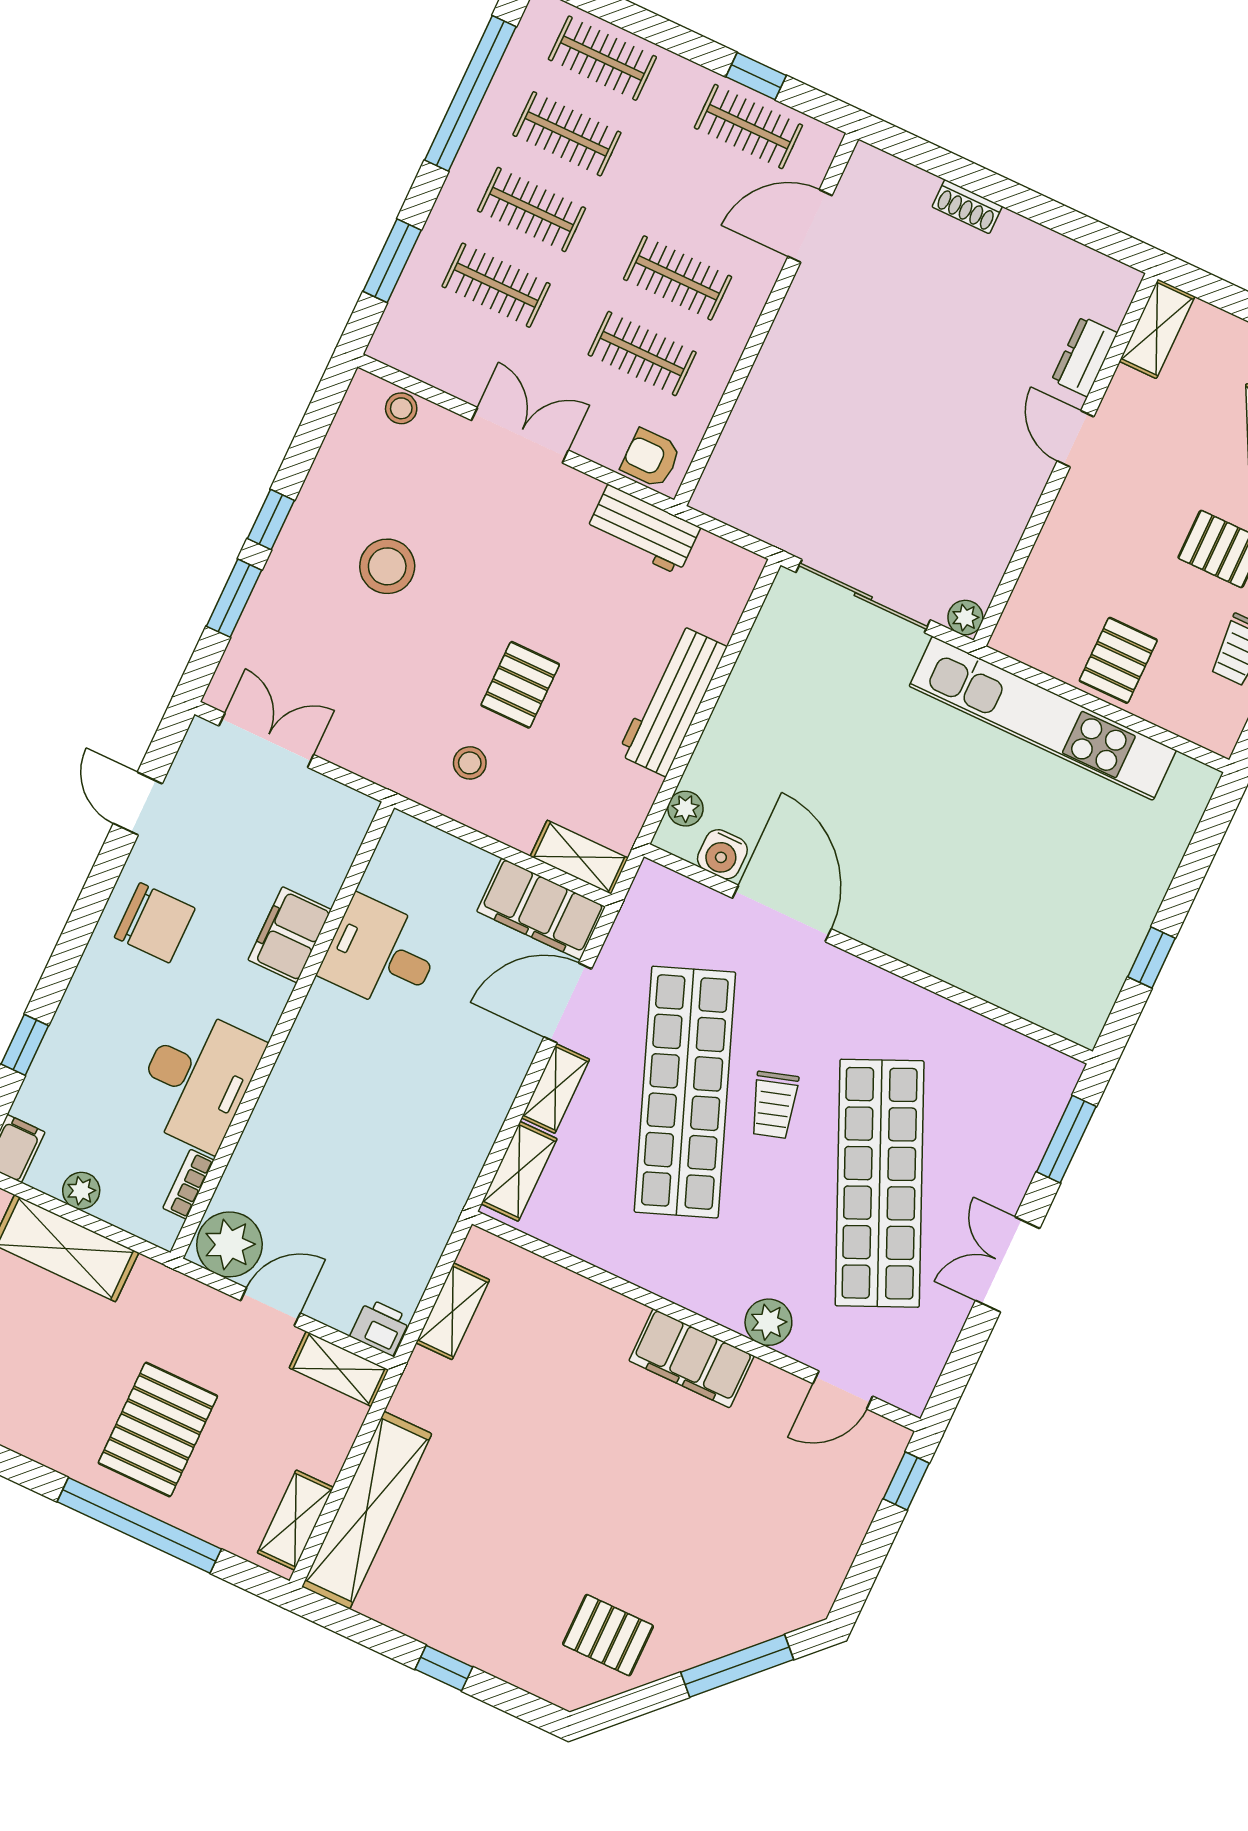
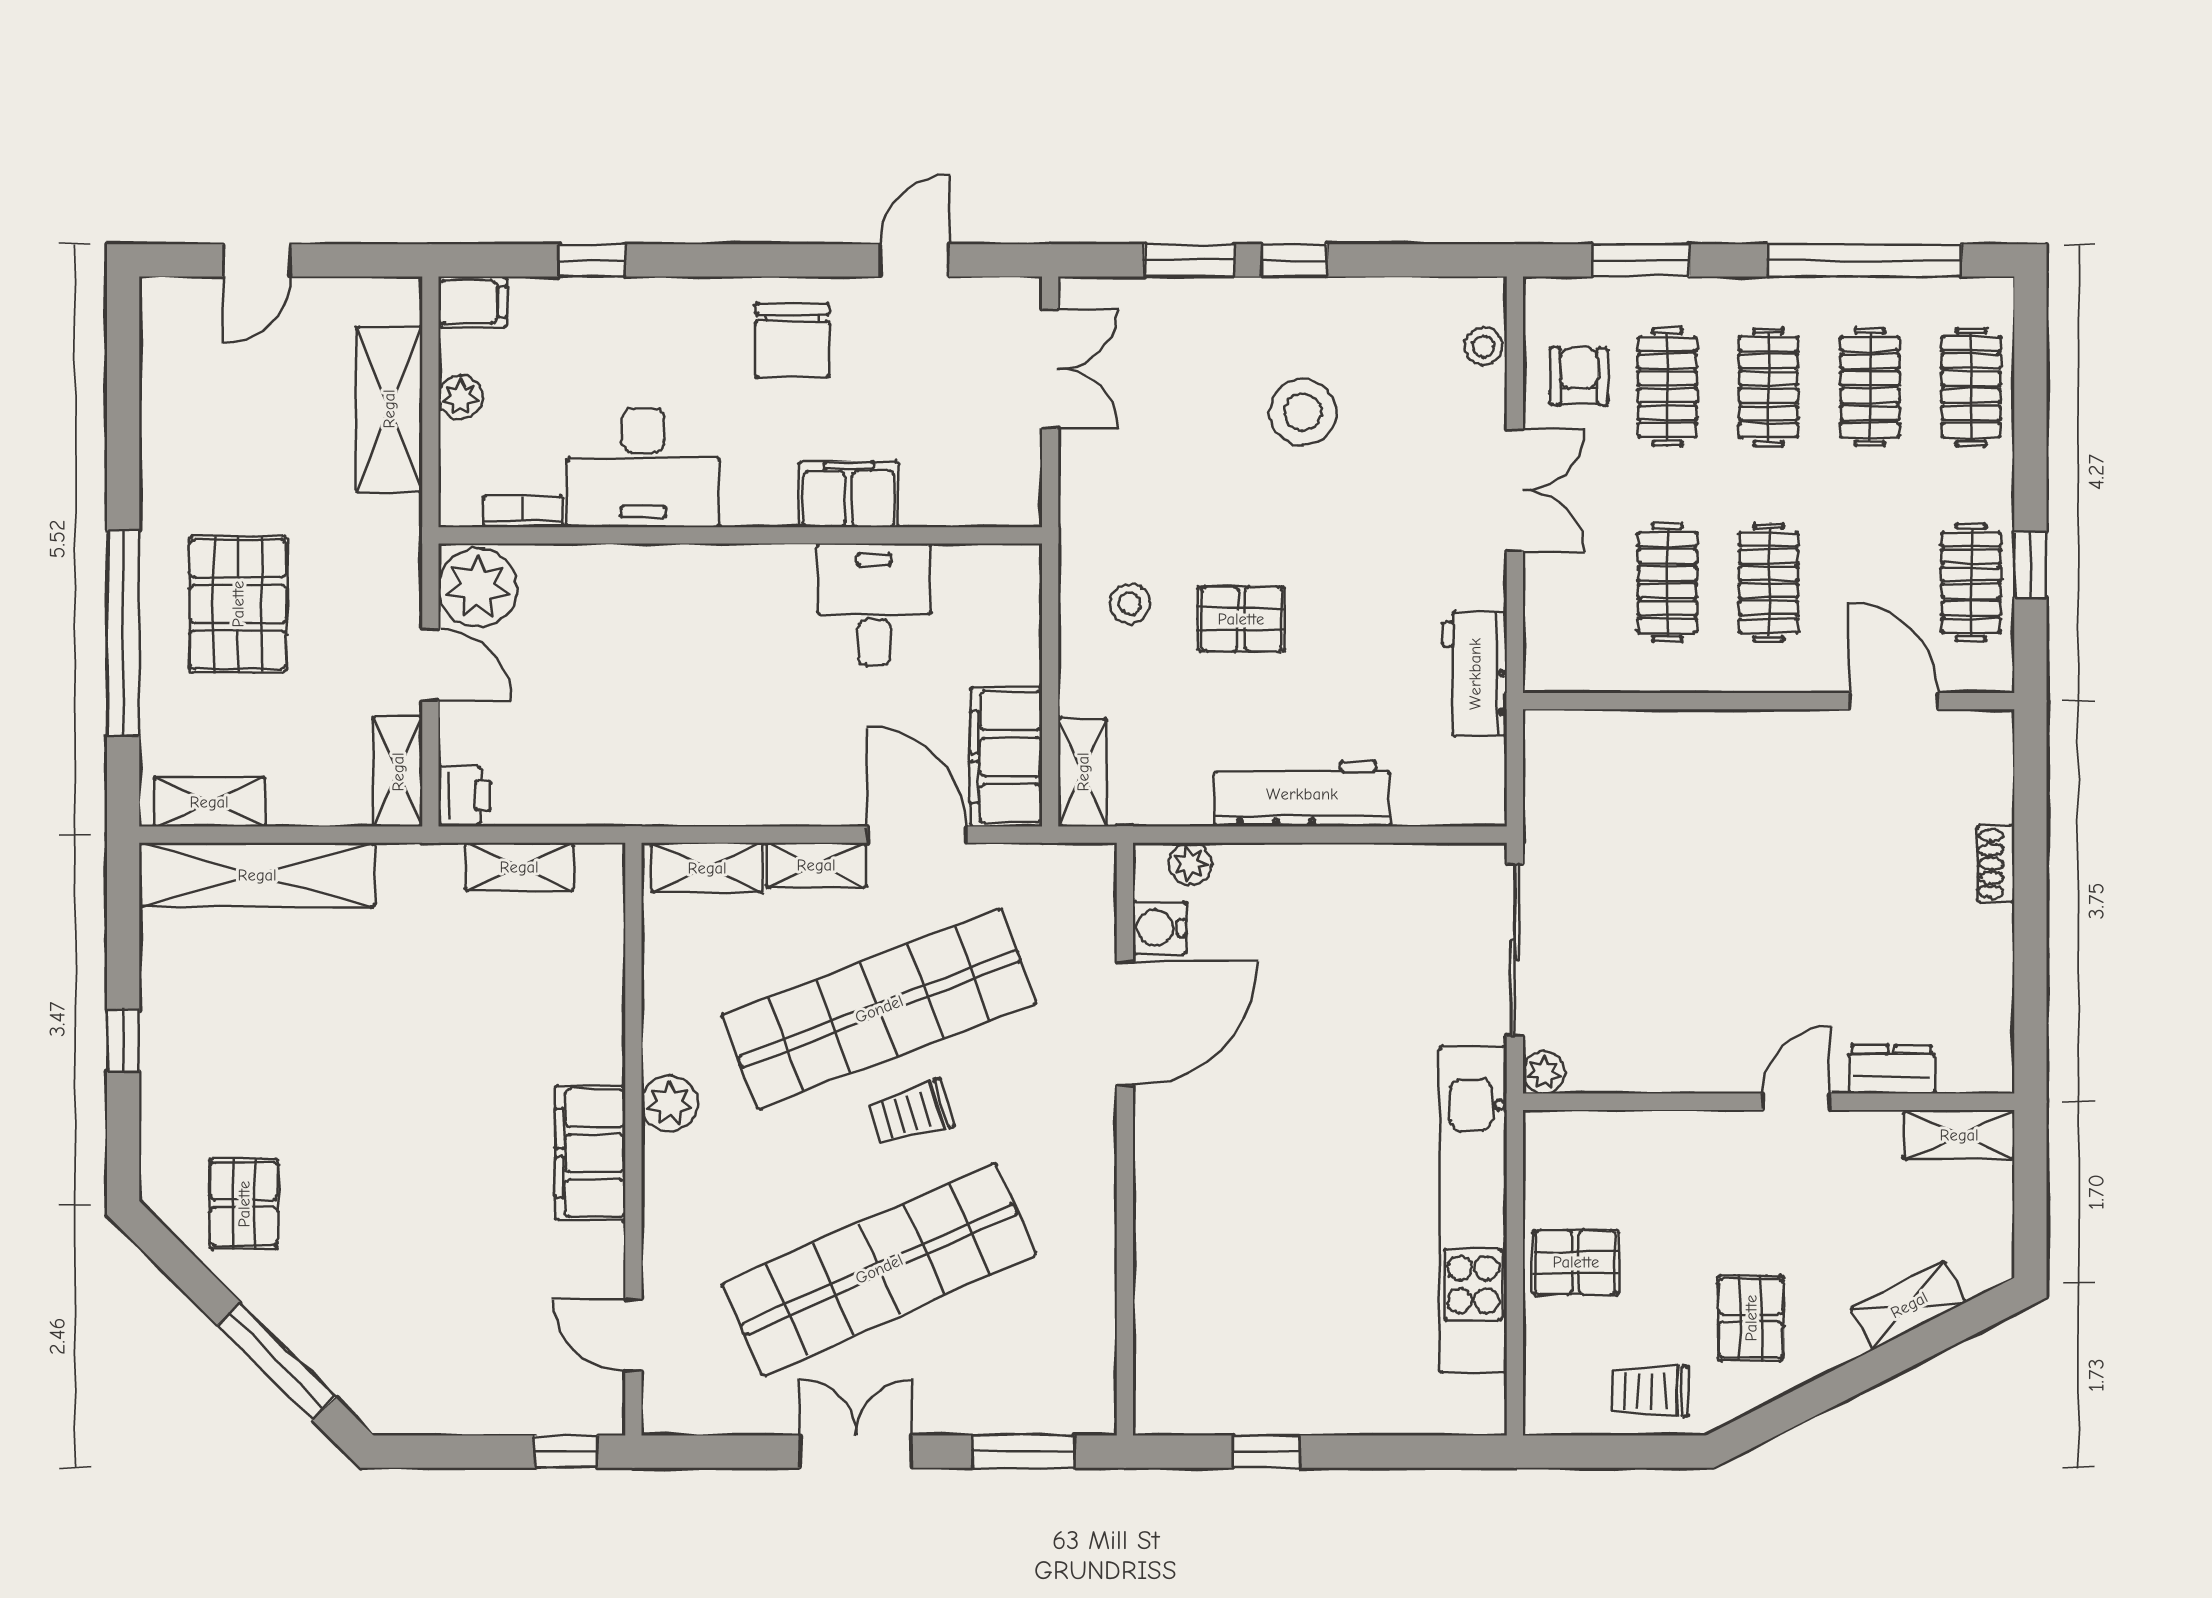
armchair: (651, 458) -> (1579, 376), moved
plant: (768, 1322) -> (670, 1103), moved
pallet: (158, 1429) -> (238, 604), turned 90

